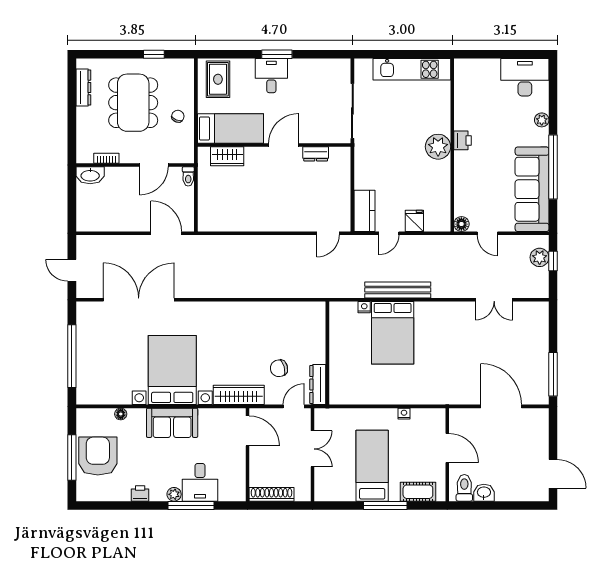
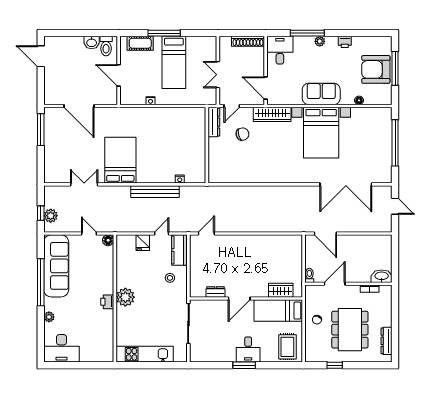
stool: (378, 173) -> (170, 278), added
bed: (393, 333) -> (120, 160), moved
armchair: (98, 456) -> (376, 69), turned 90
desk: (200, 482) -> (280, 50), moved

